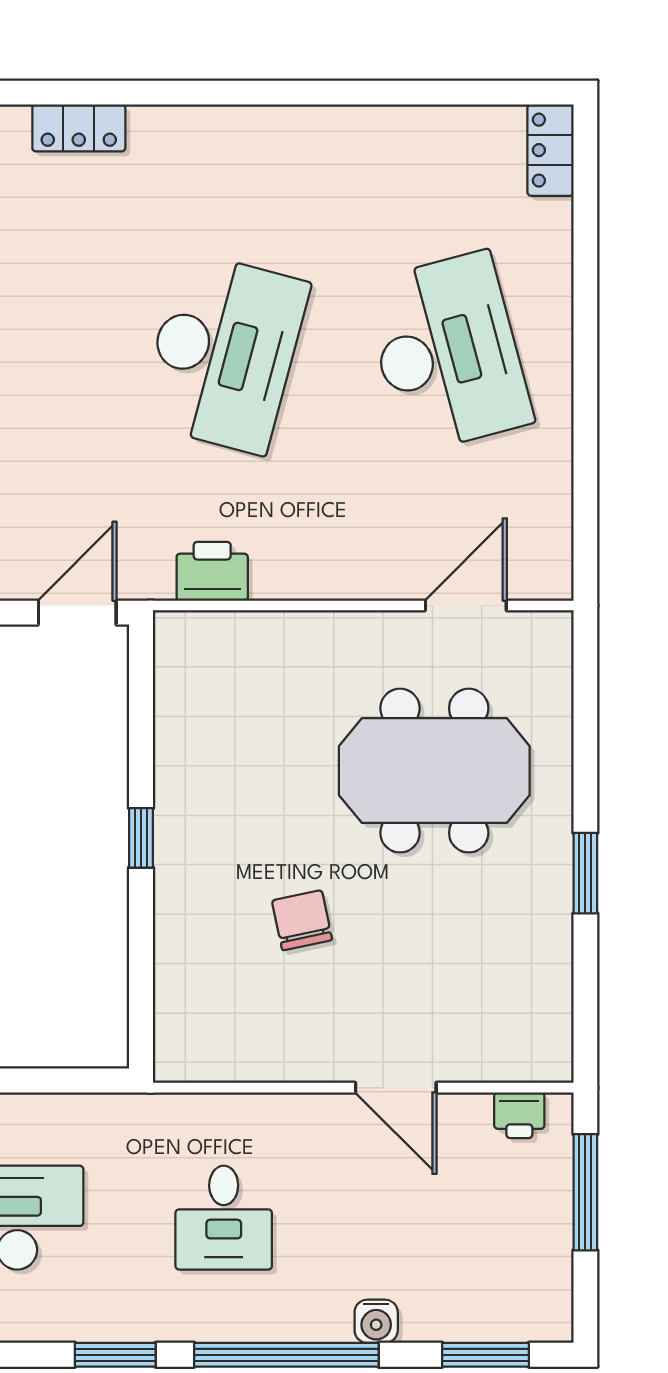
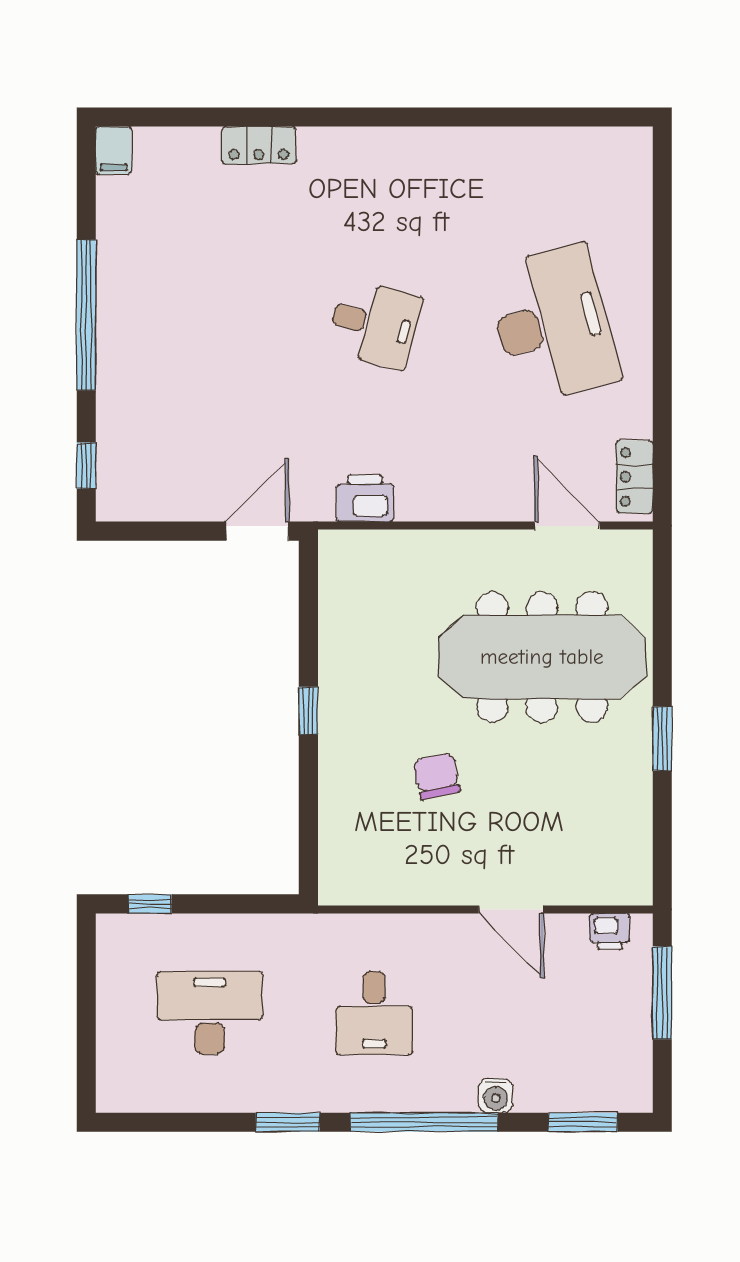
locker: (550, 150) -> (634, 477), moved
desk: (224, 353) -> (374, 324), width x0.53, depth x0.77
door: (466, 605) -> (567, 526), hinge flipped
meeting table: (434, 771) -> (542, 657), width x1.36

